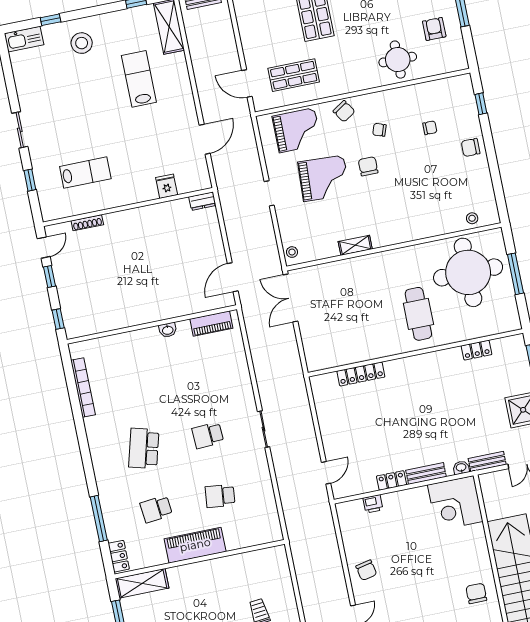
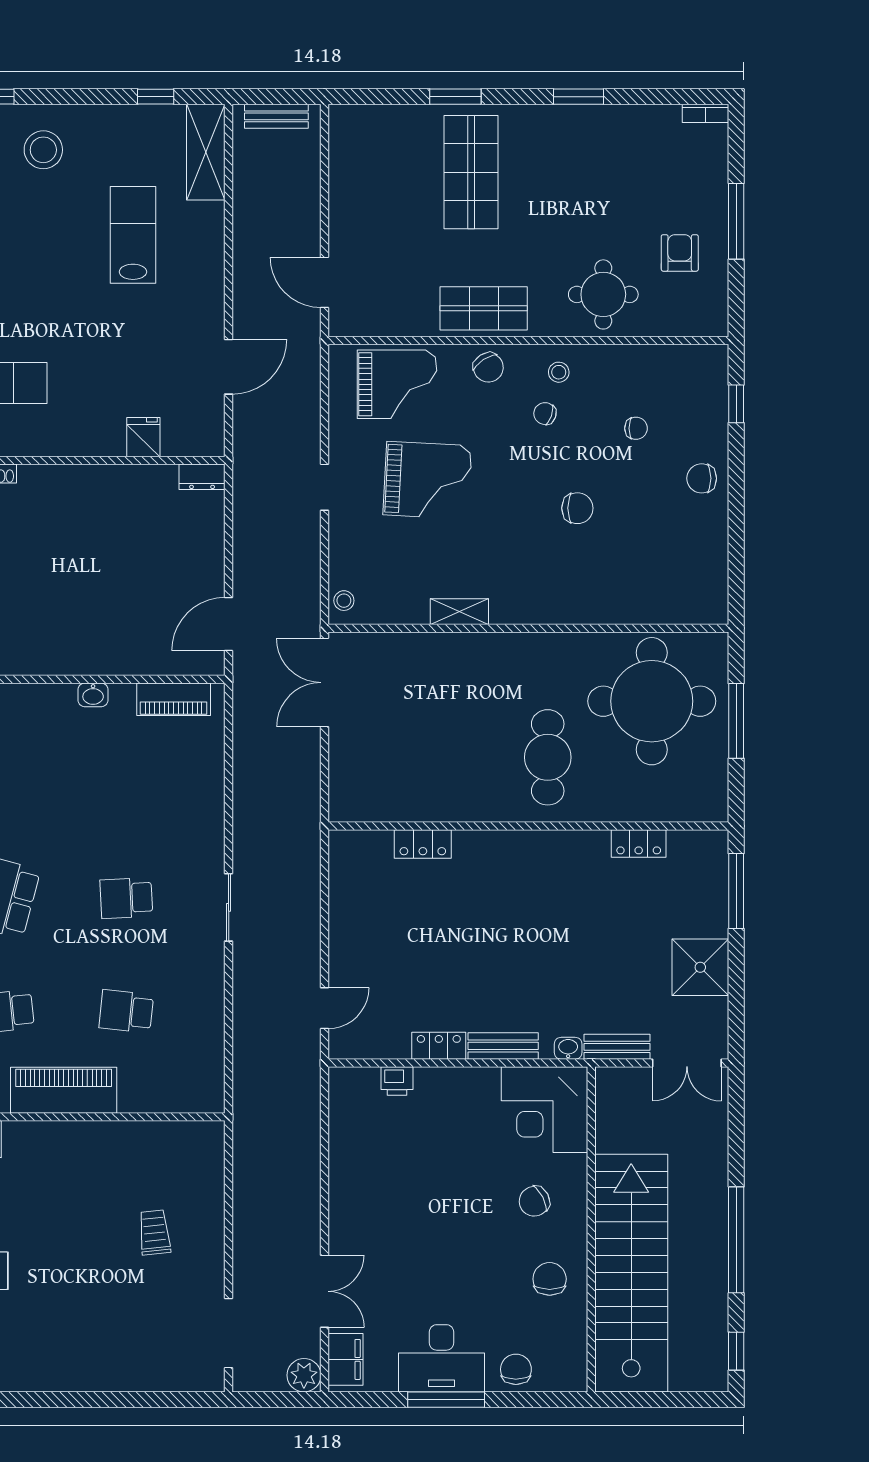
shop shelf: (294, 75) -> (484, 308), moved
chair: (368, 166) -> (577, 508), moved, turned 90
stool: (472, 218) -> (559, 372), moved
locker: (361, 374) -> (423, 844), width x0.66
chair: (366, 570) -> (534, 1201), moved, turned 74

